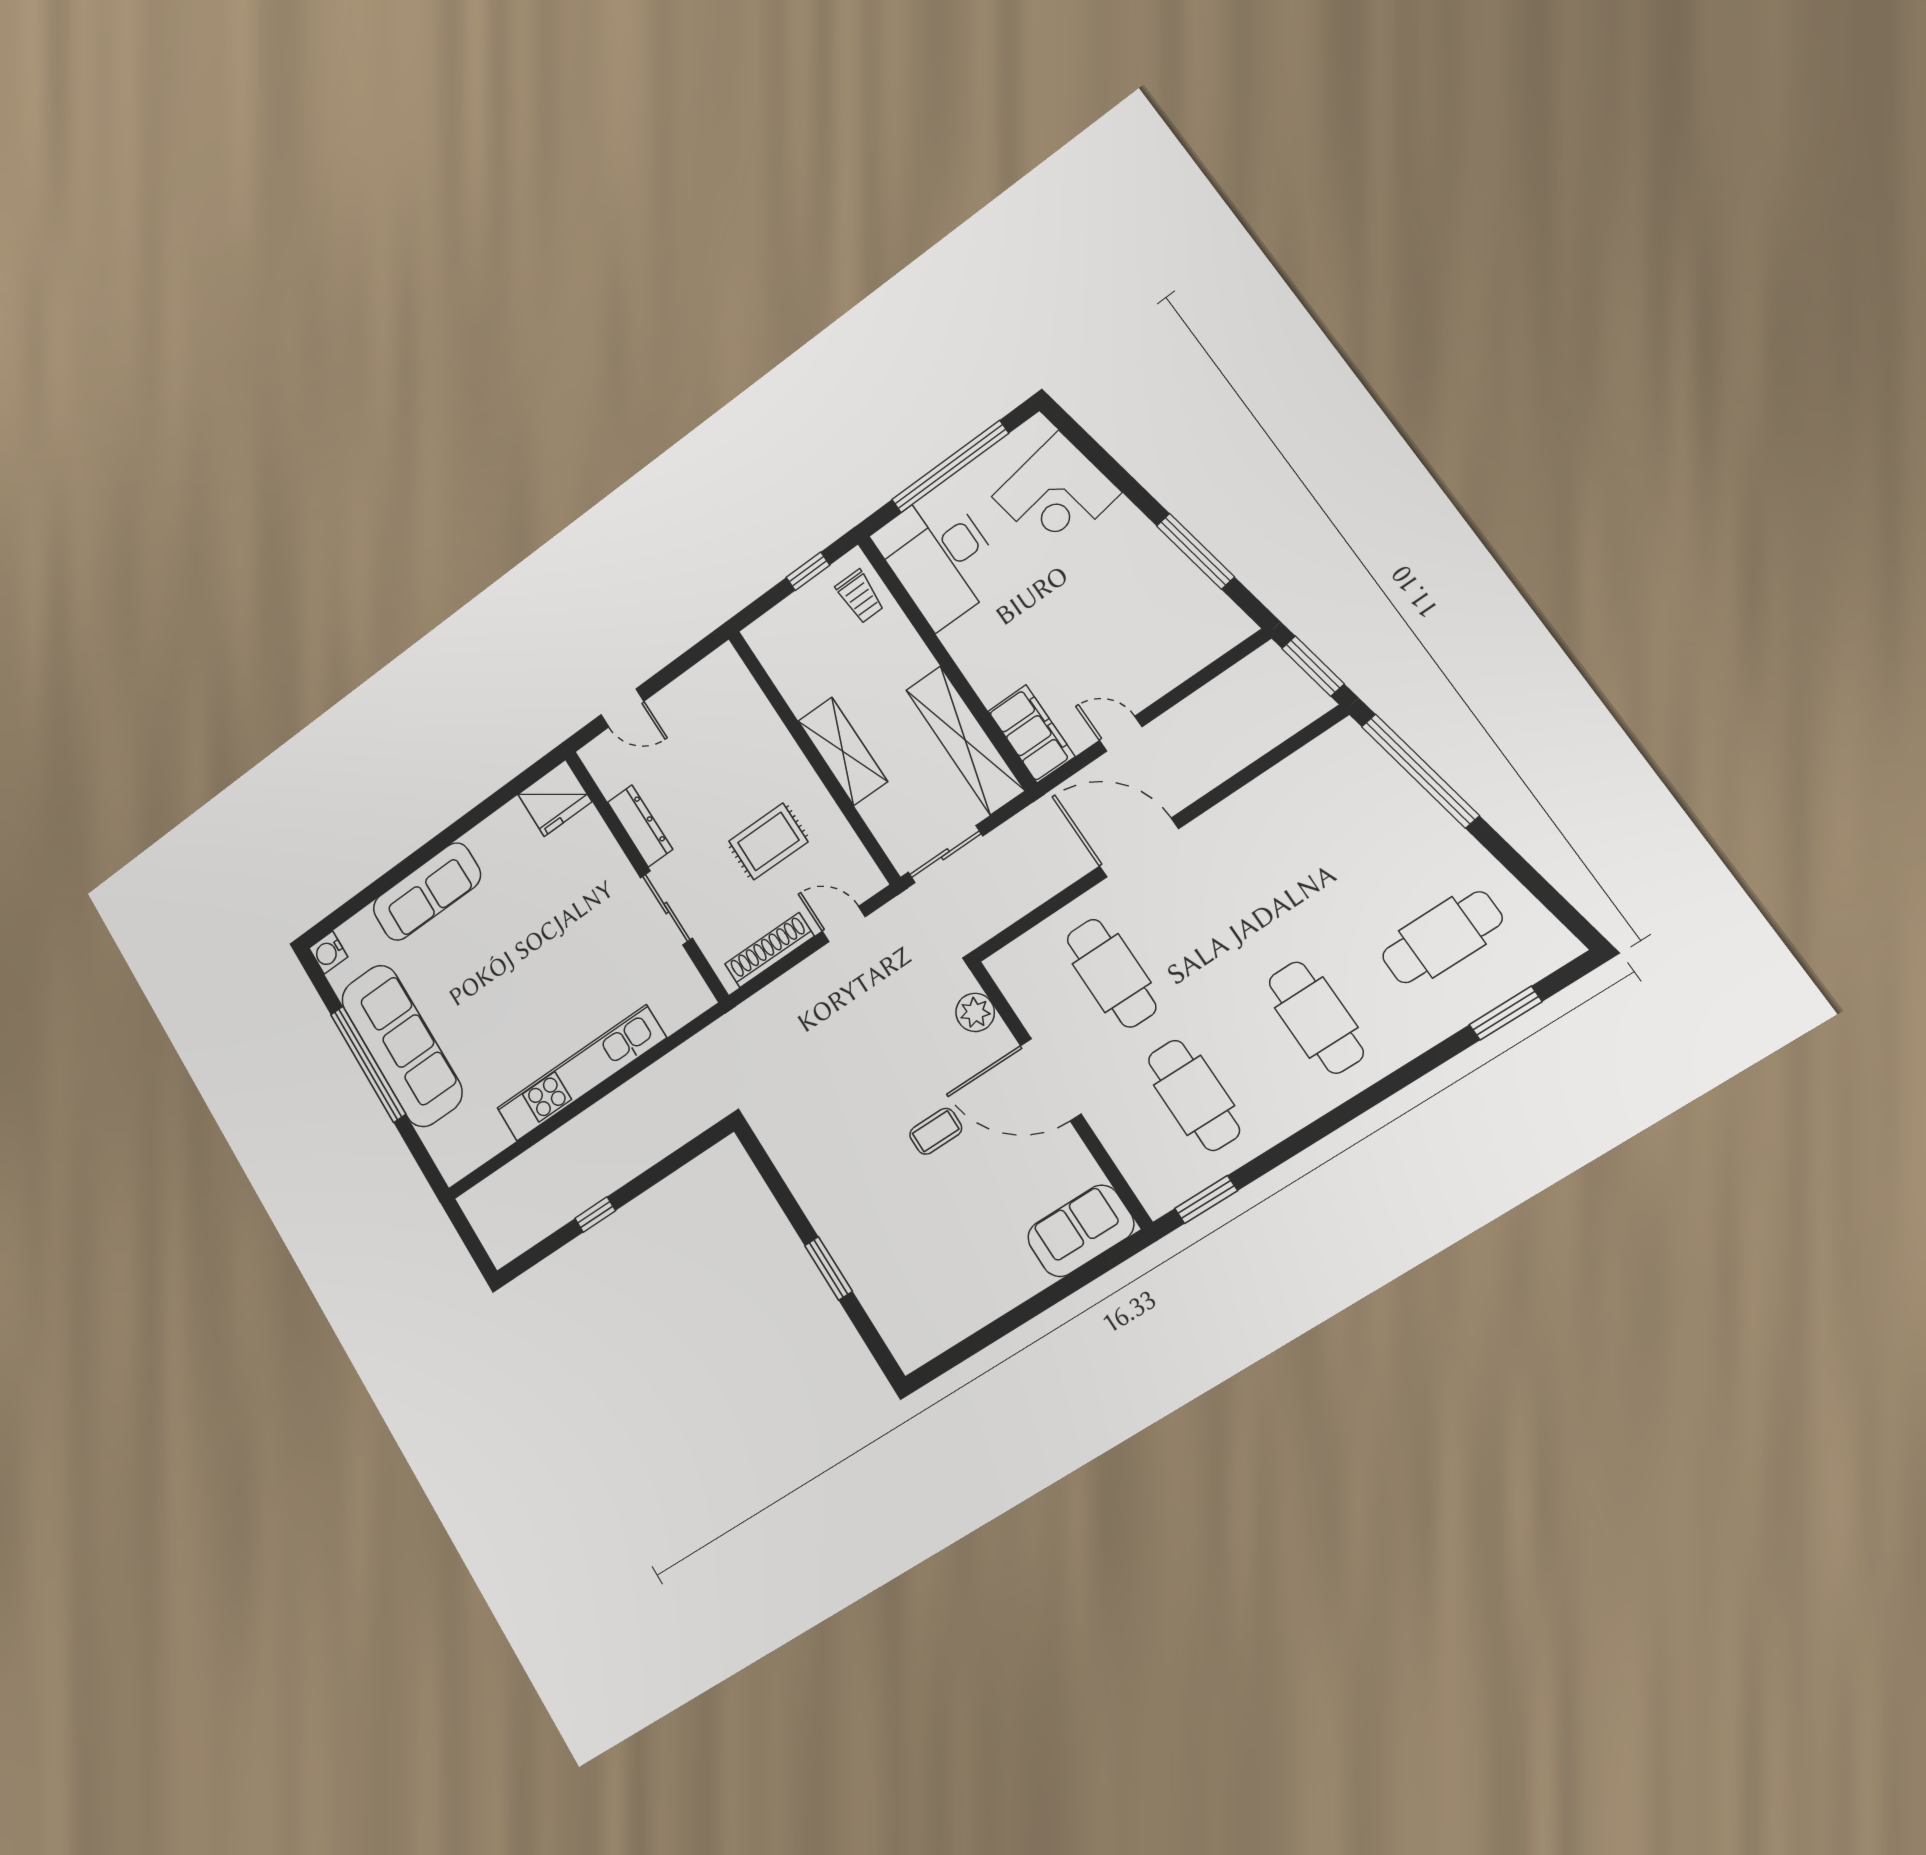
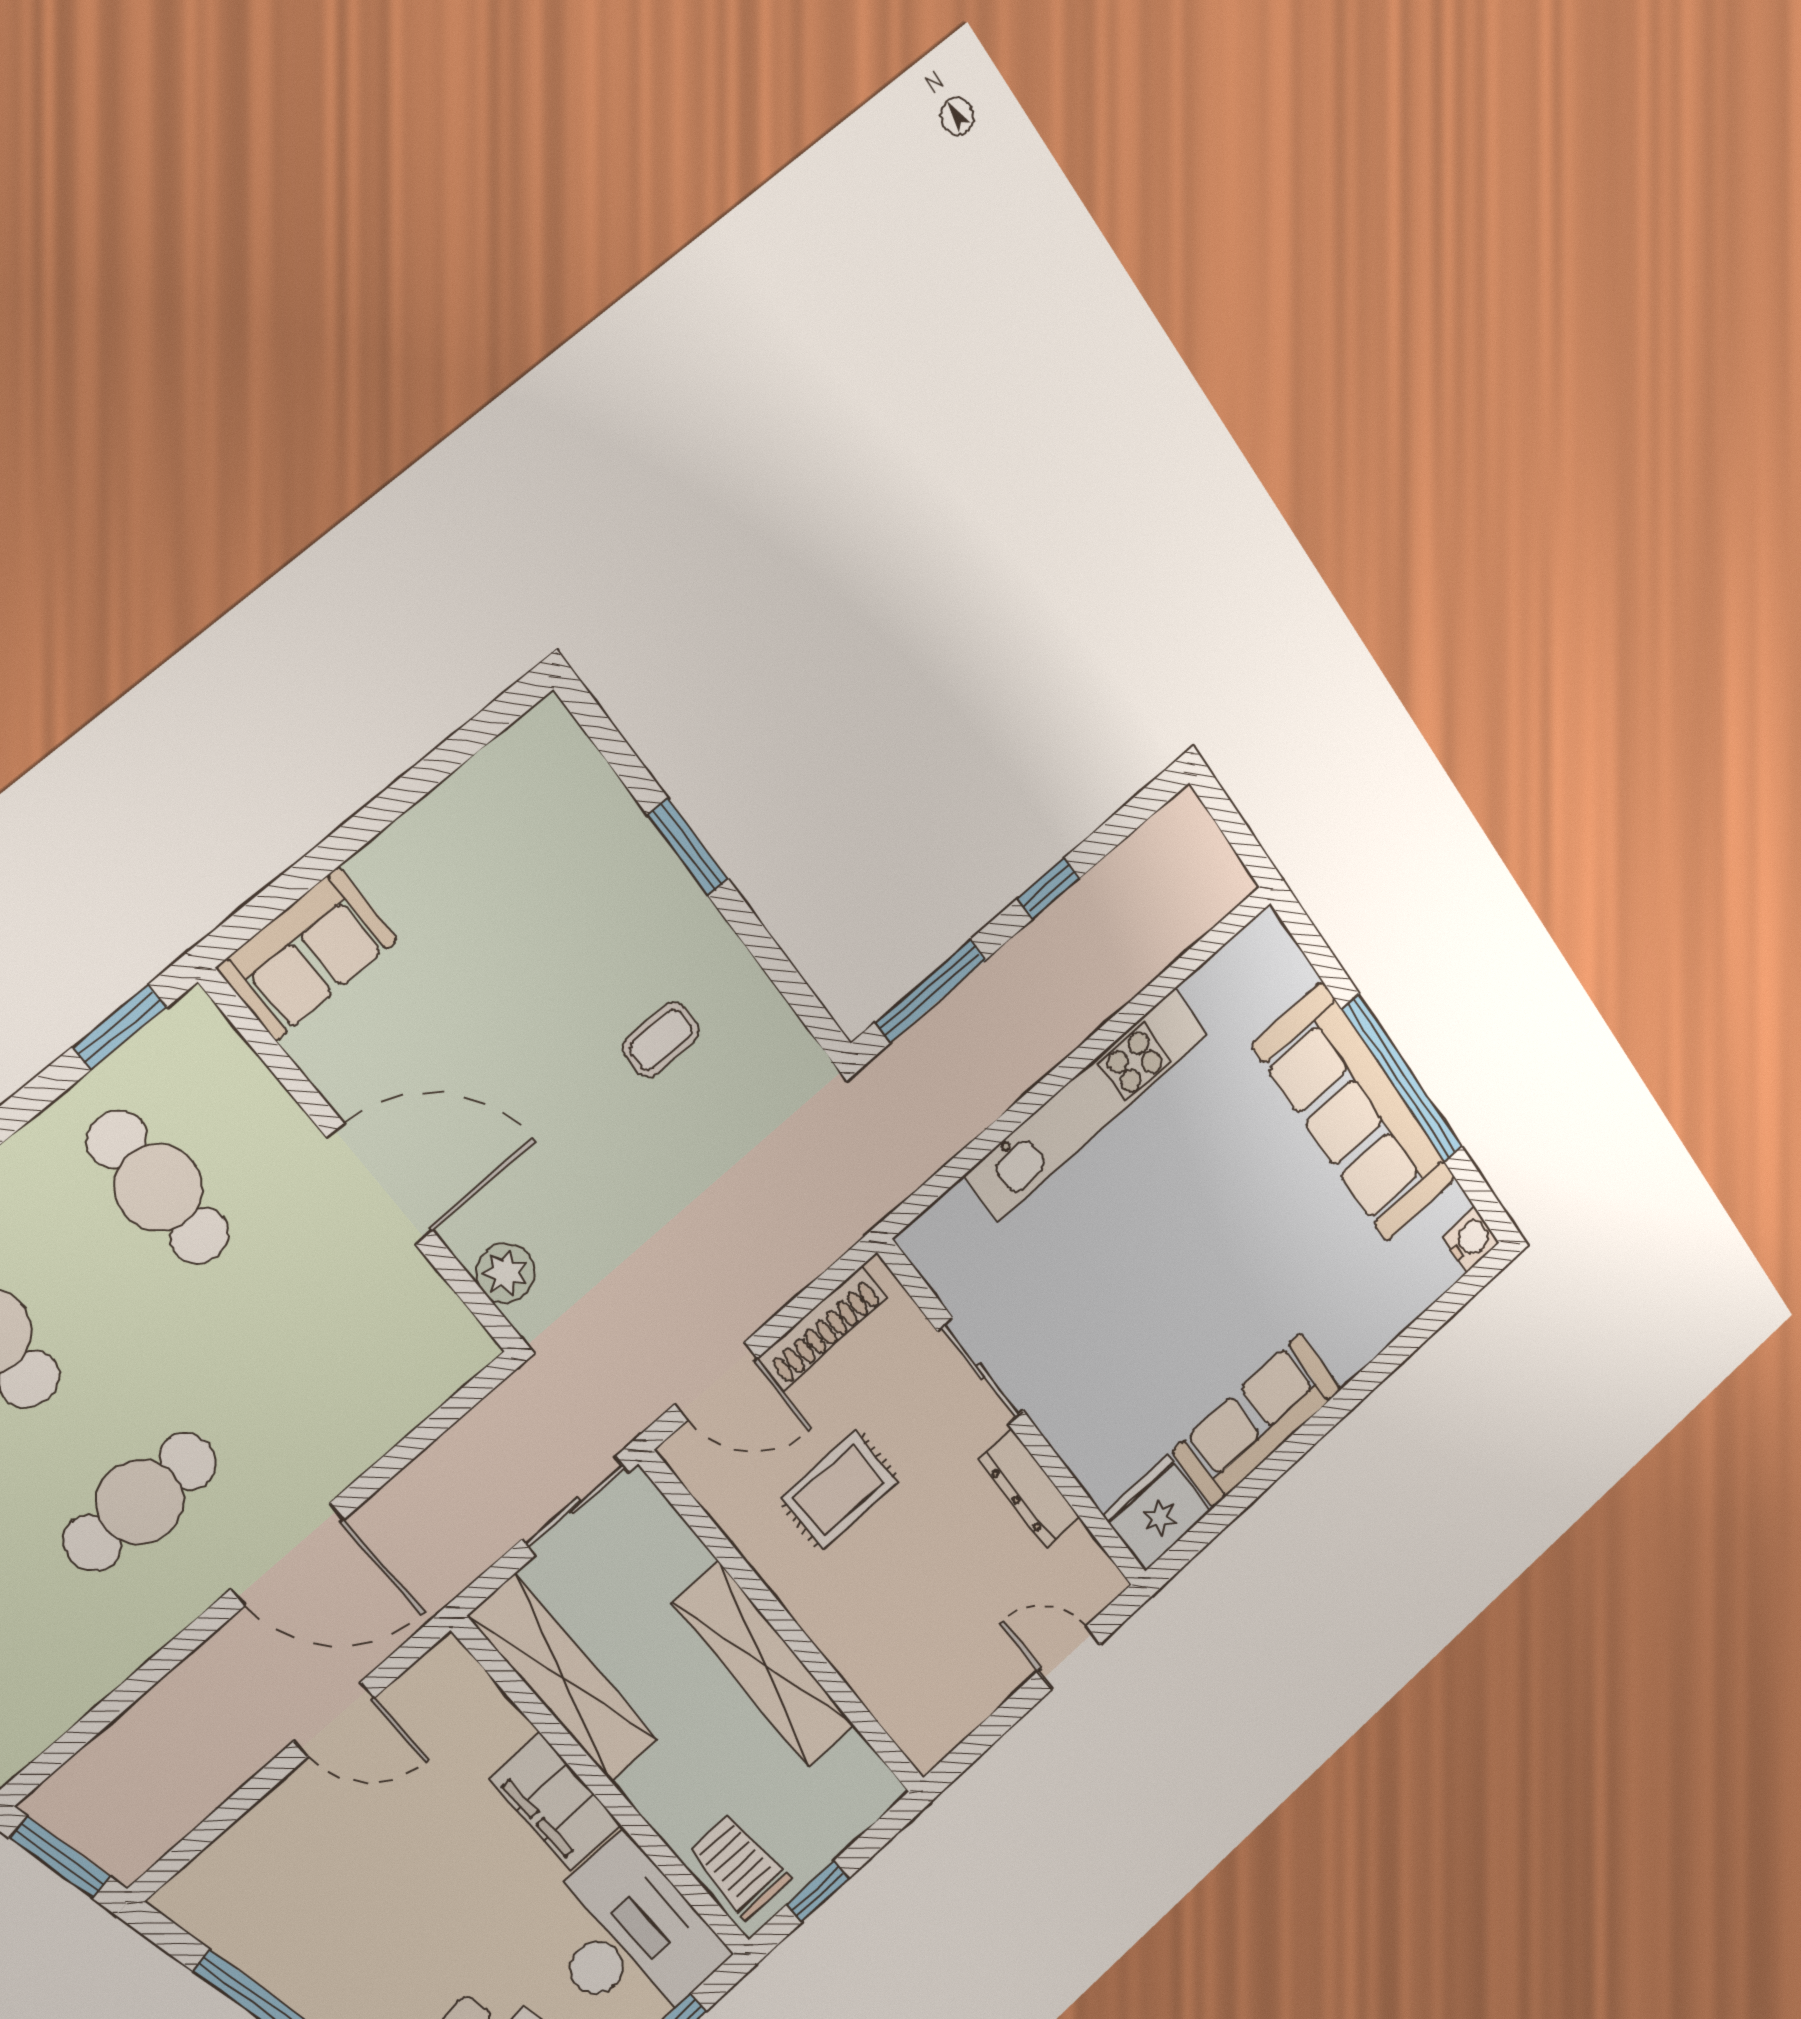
trolley: (860, 596) -> (739, 1866), width x1.36, depth x1.39
filing cabinet: (1031, 734) -> (555, 1802), moved
door: (1121, 734) -> (334, 1719), width x1.38
shelving: (843, 751) -> (764, 1664), width x1.47
sofa: (427, 892) -> (1257, 1420), moved
door: (844, 924) -> (716, 1381), width x1.38
cafe table: (1111, 973) -> (140, 1502), moved, turned 90
coffee table: (936, 1131) -> (661, 1040), moved
window: (678, 1159) -> (931, 991), added

